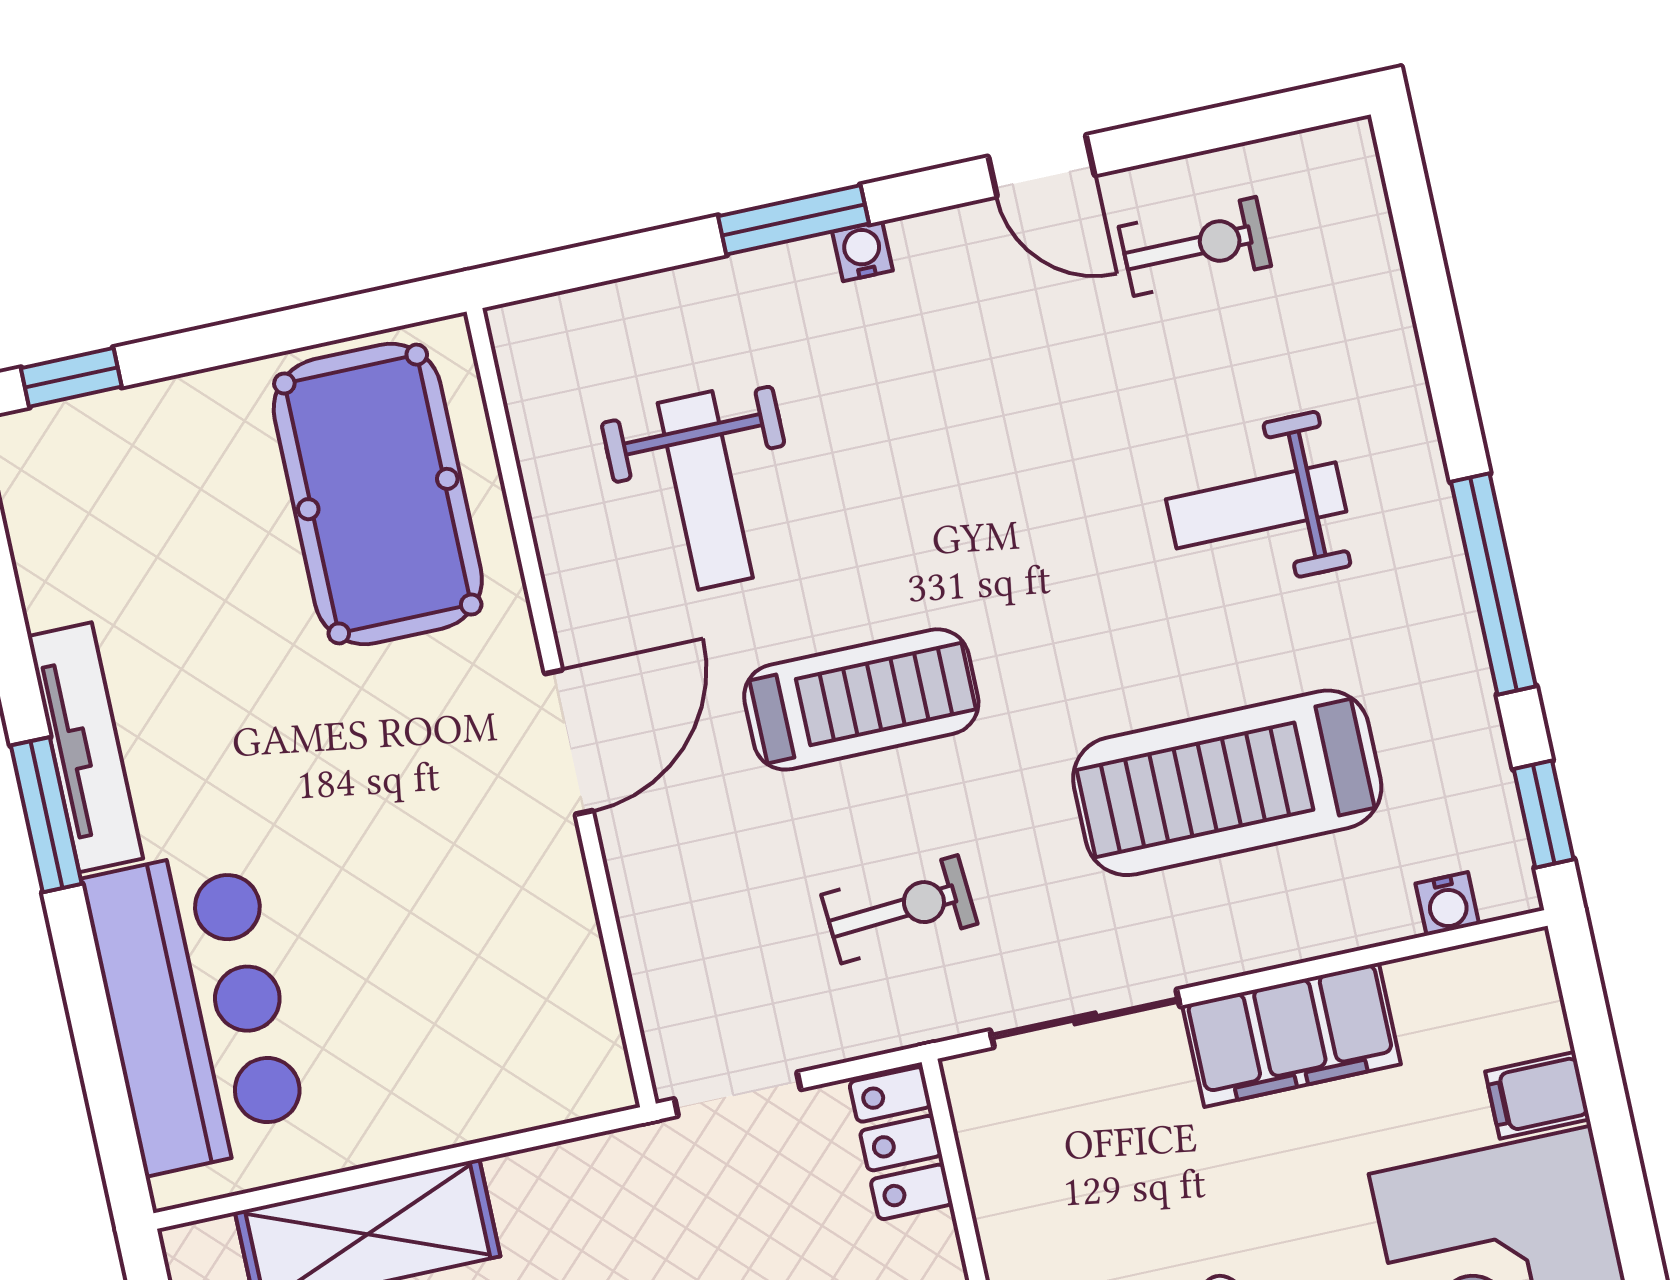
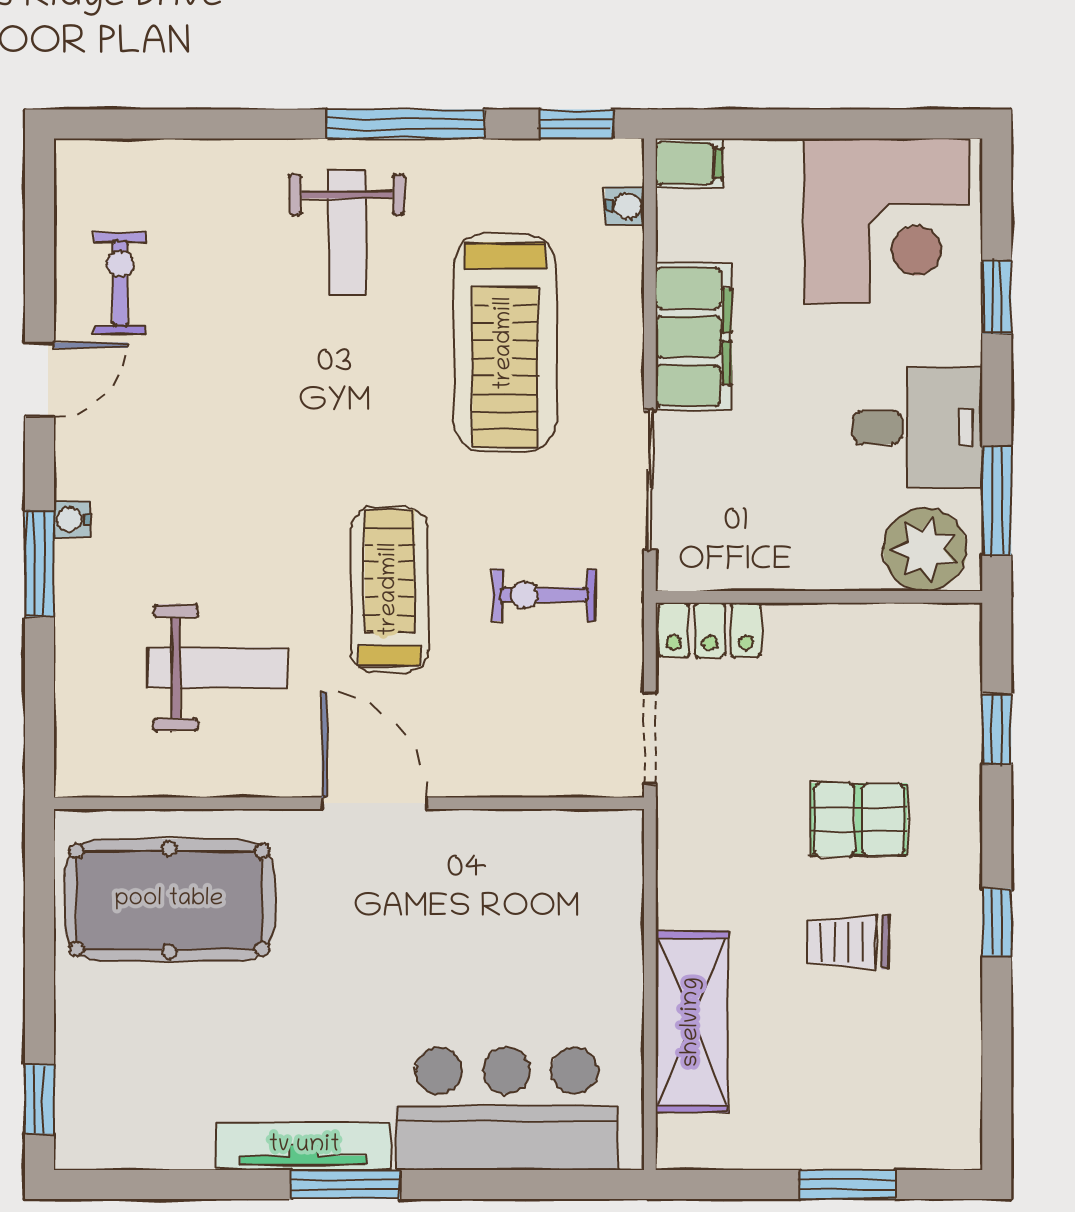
weight bench: (1256, 505) -> (347, 232), moved
exercise bike: (899, 909) -> (544, 595), turned -86
filing cabinet: (1537, 1095) -> (689, 163), moved, turned -90

